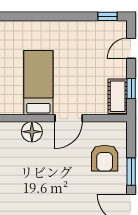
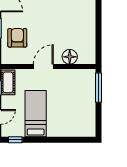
bed: (38, 83) -> (36, 114), moved, turned 180

